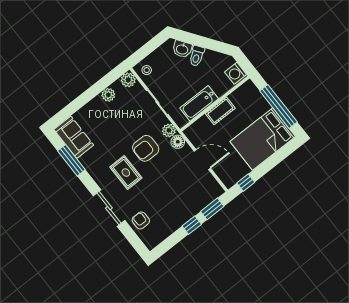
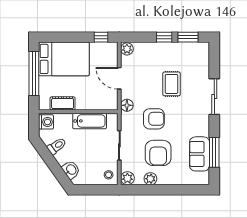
toilet: (197, 56) -> (57, 146), moved
cot: (220, 111) -> (63, 103), moved
plant: (169, 130) -> (127, 49), moved
sofa: (74, 137) -> (200, 154), moved
rug: (126, 173) -> (172, 84), moved
window: (212, 209) -> (188, 37), moved
armchair: (141, 220) -> (158, 153), moved, width x1.88, depth x1.88

